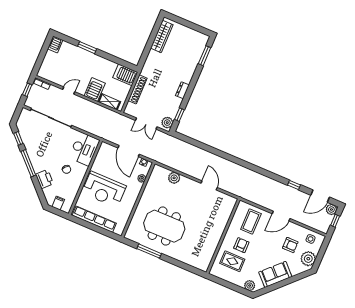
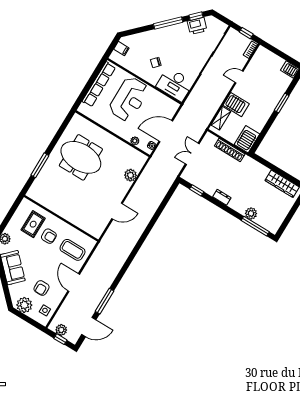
window: (205, 56) -> (255, 226), width x1.44
door: (69, 91) -> (239, 77), swing flipped
plant: (167, 123) -> (251, 213), moved
printer: (44, 179) -> (197, 26), moved
window: (294, 185) -> (105, 301), width x2.17
reception desk: (104, 189) -> (129, 99), turned 180
door: (320, 196) -> (89, 327), swing flipped
plant: (331, 209) -> (61, 330), moved
meeting table: (164, 226) -> (81, 157), turned 90
window: (149, 251) -> (40, 165), moved

